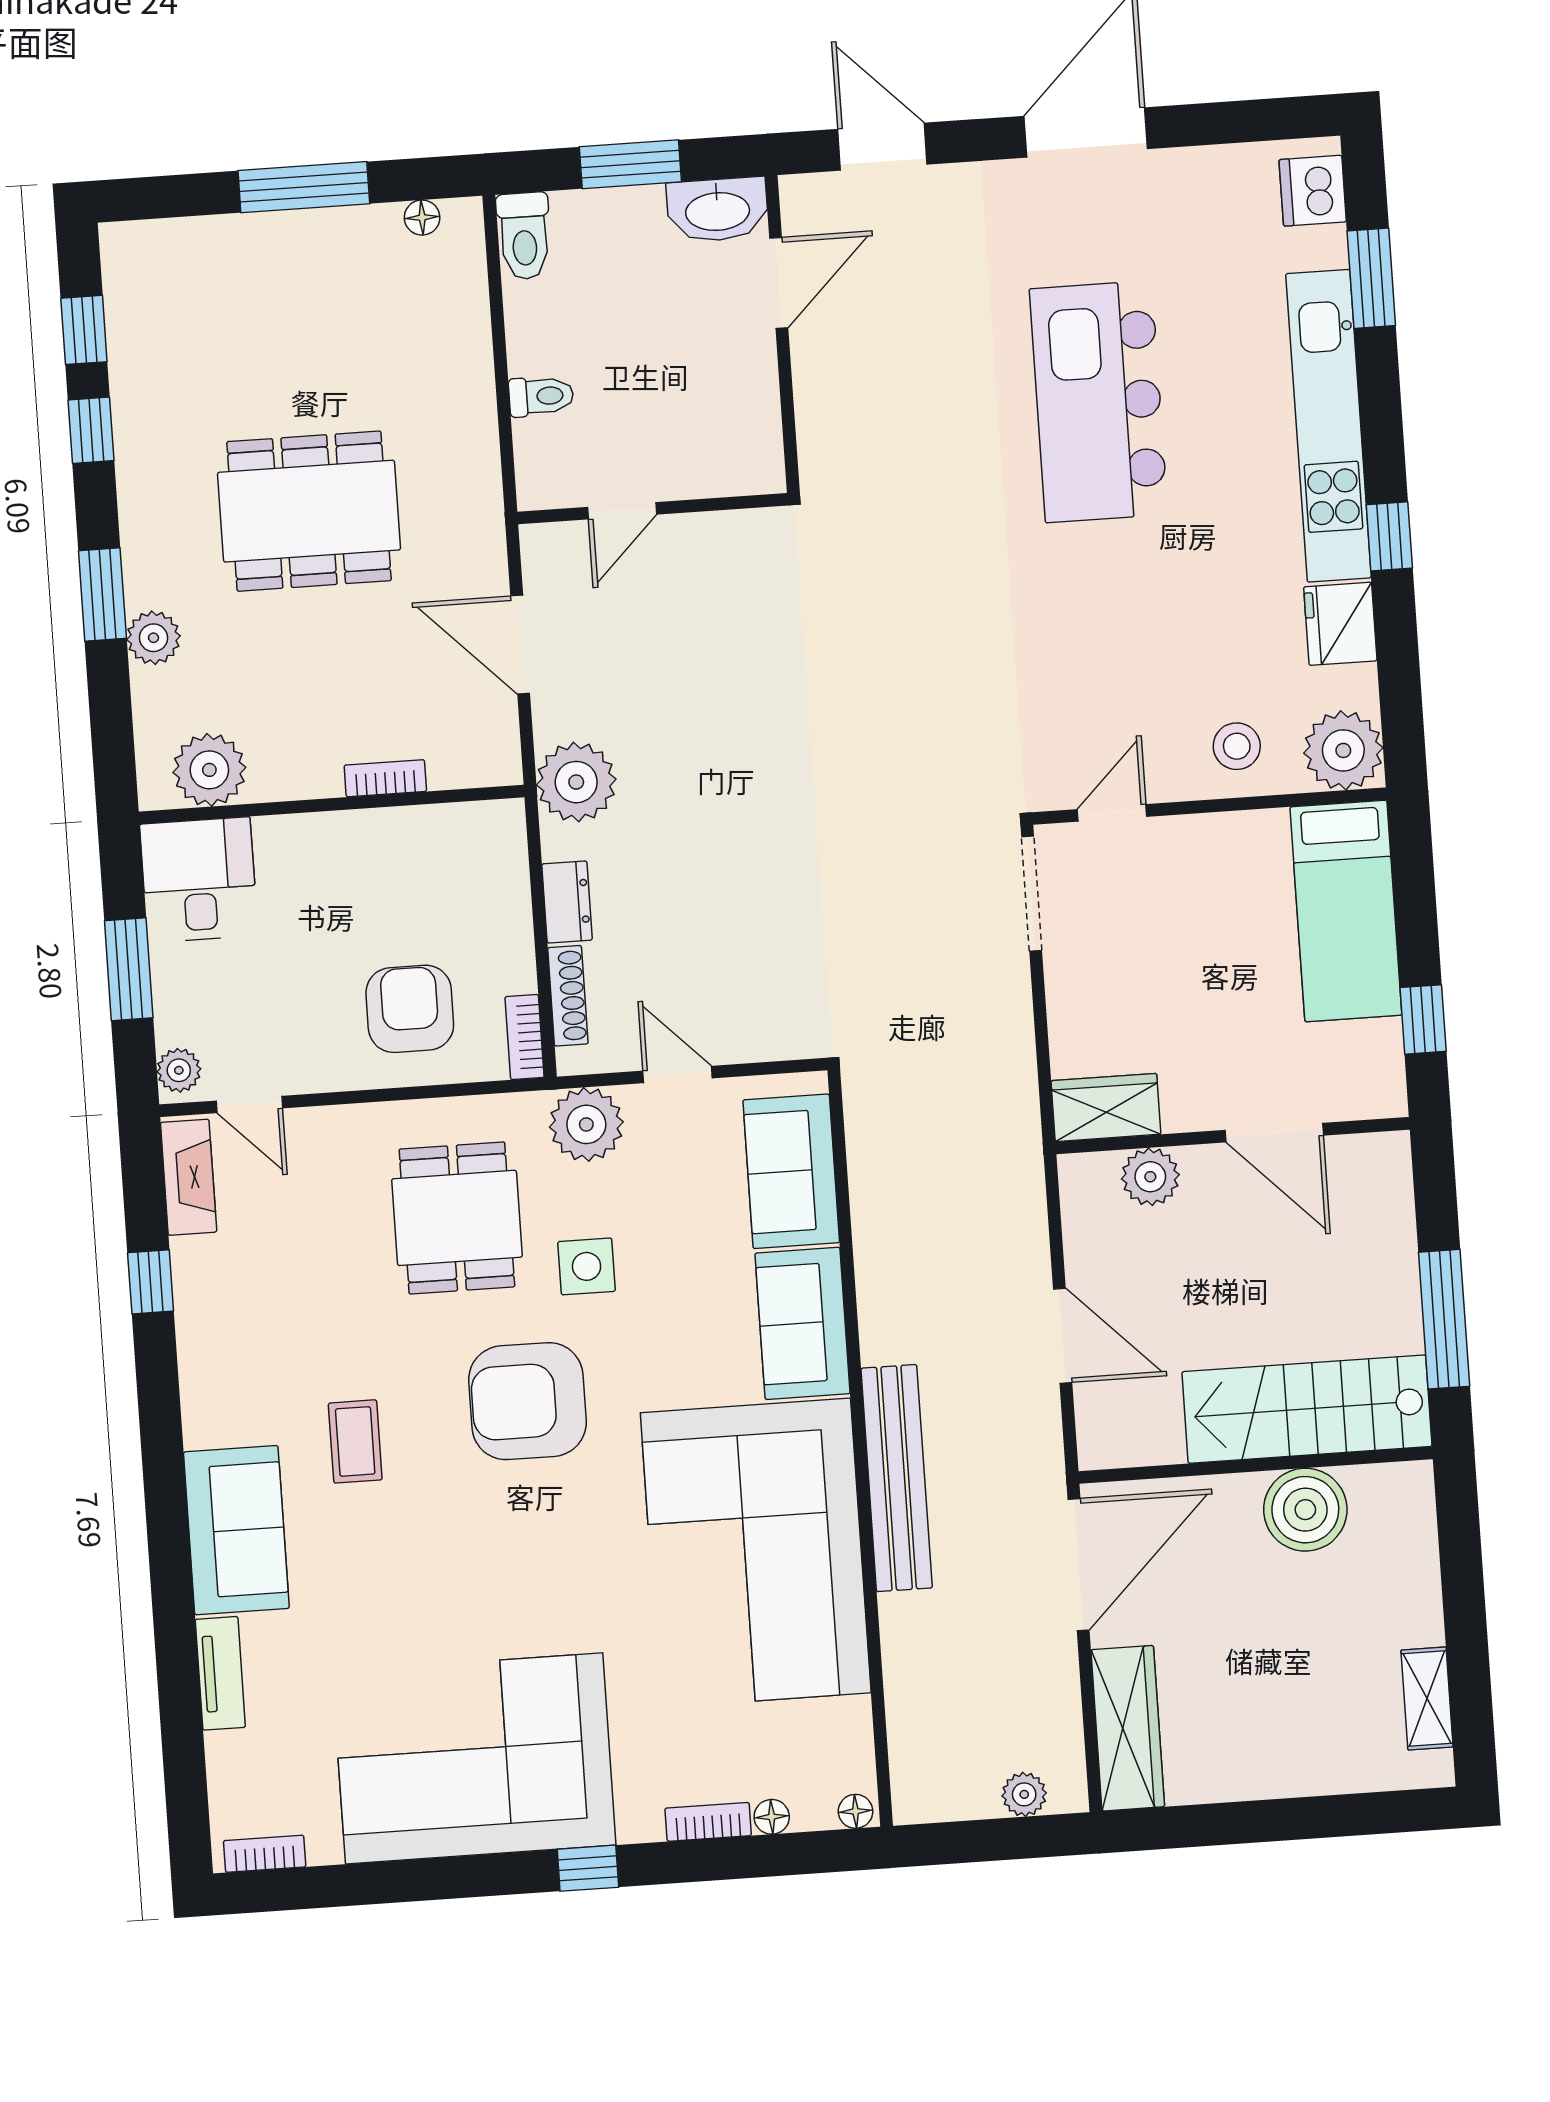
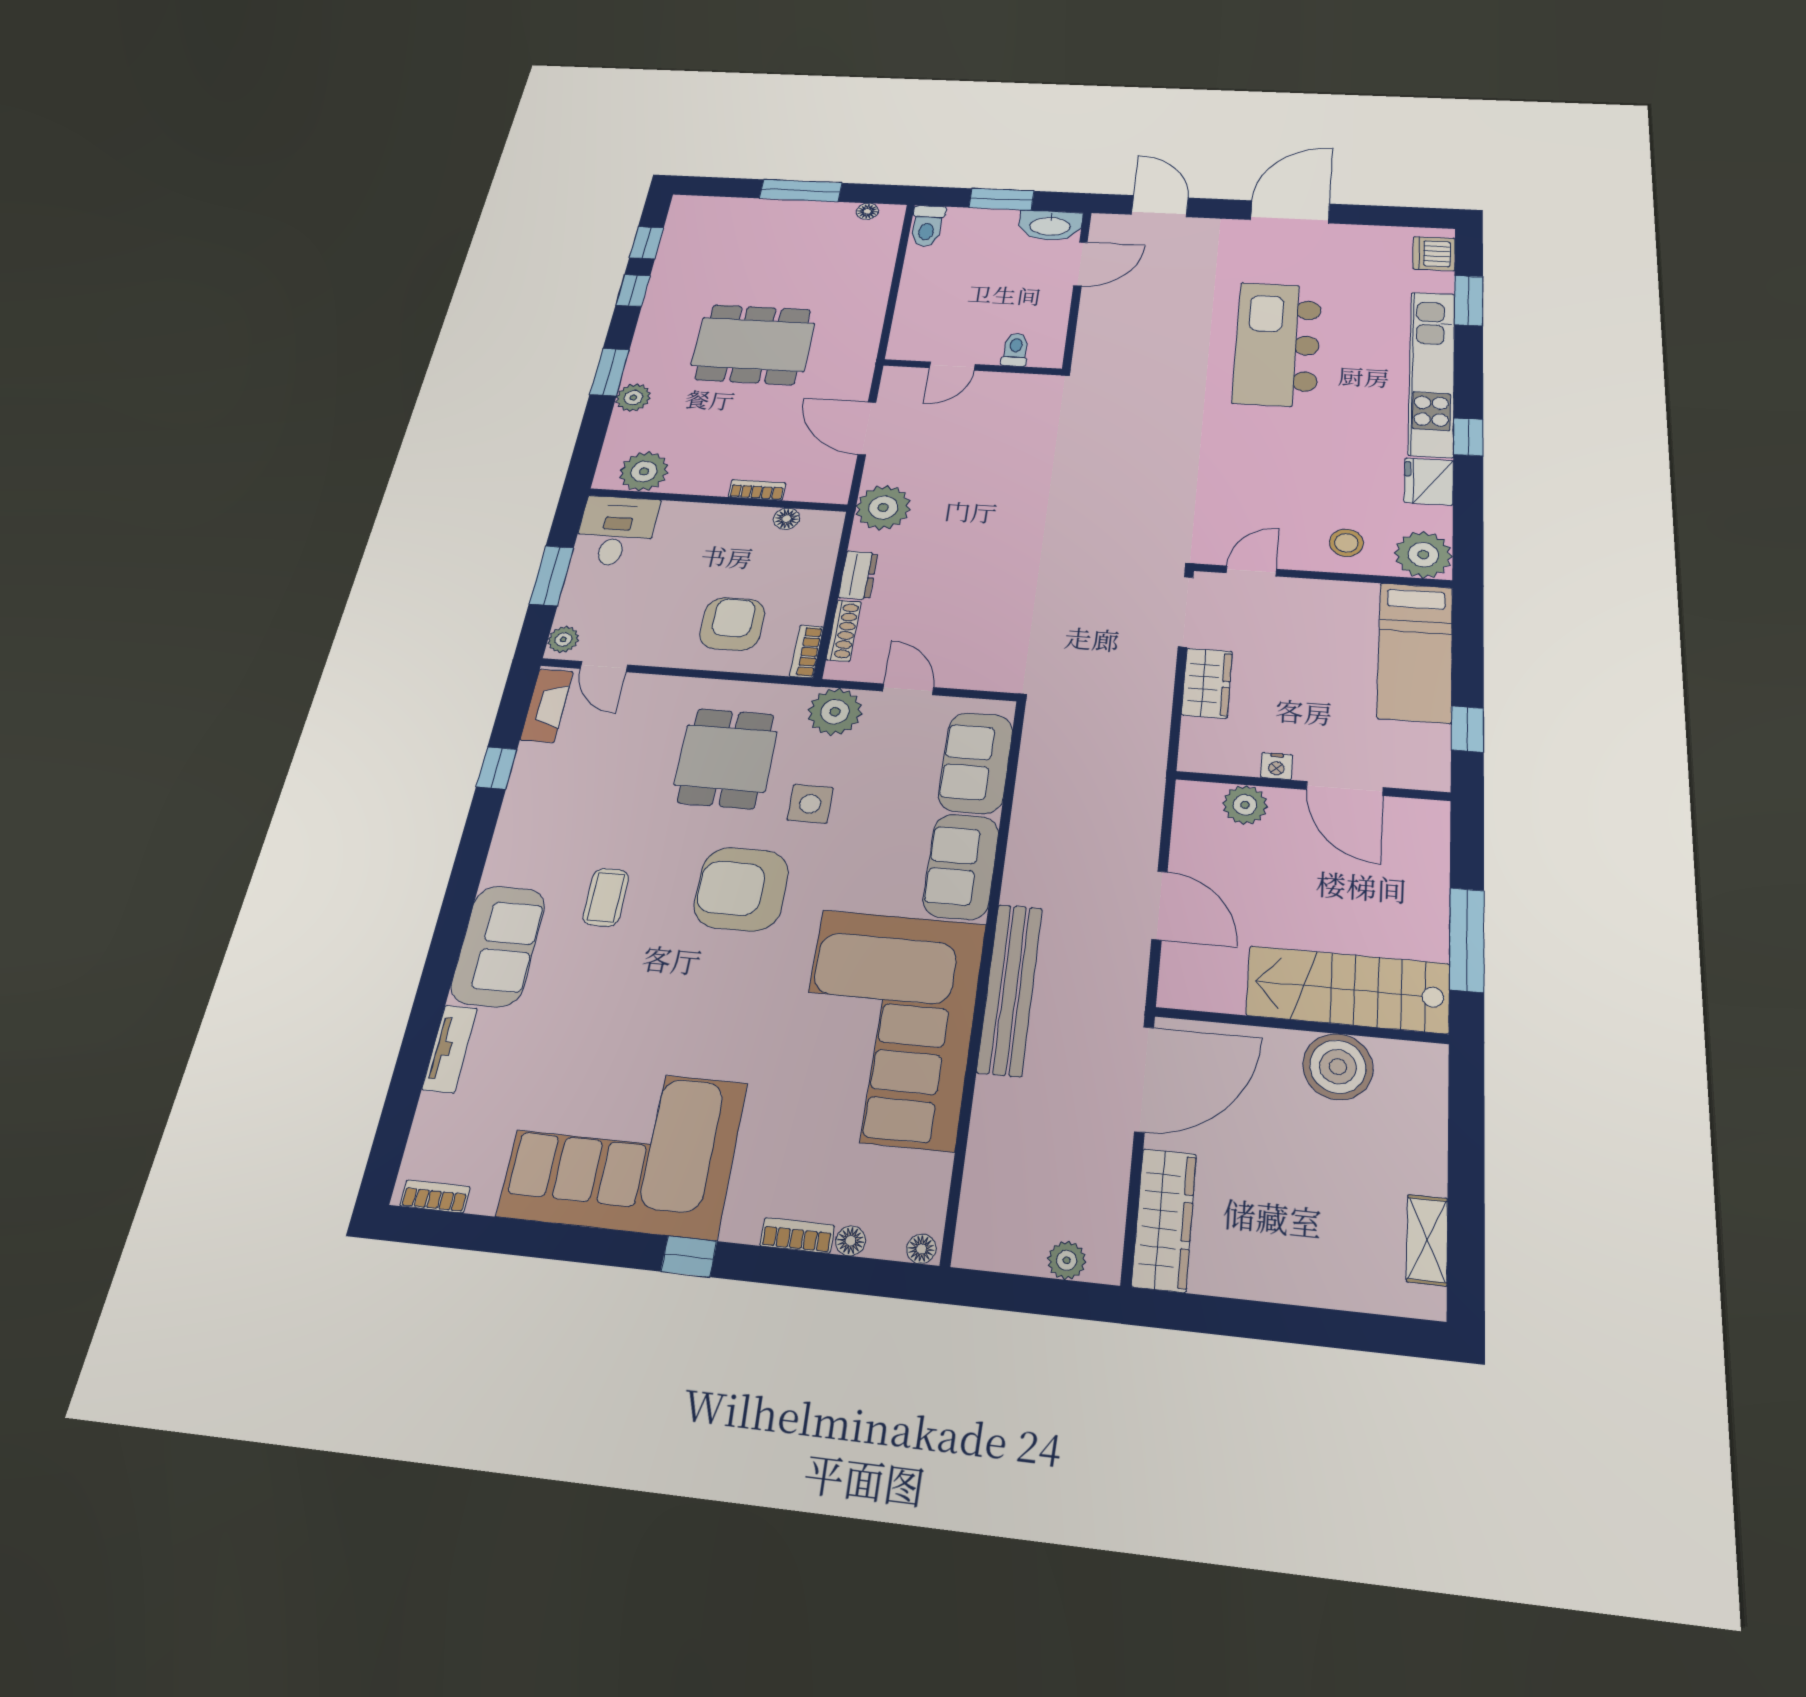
toilet: (541, 396) -> (1015, 350), moved, turned -90
floor lamp: (441, 822) -> (787, 519), added
wardrobe: (1106, 1107) -> (1207, 683), moved, turned 90
nightstand: (1184, 1114) -> (1277, 766), added

